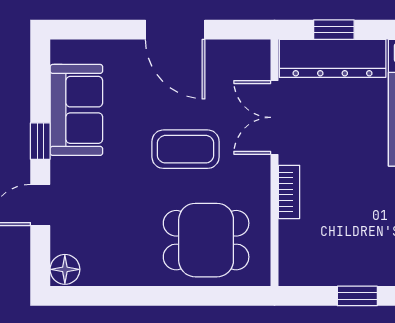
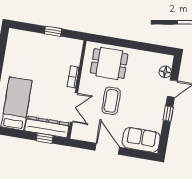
sofa: (76, 110) -> (141, 140), moved, turned 90
coffee table: (186, 149) -> (111, 101), turned 90
floor lamp: (65, 269) -> (165, 72), moved

